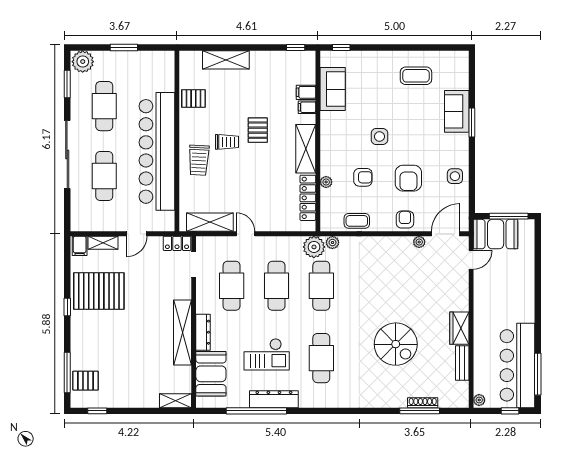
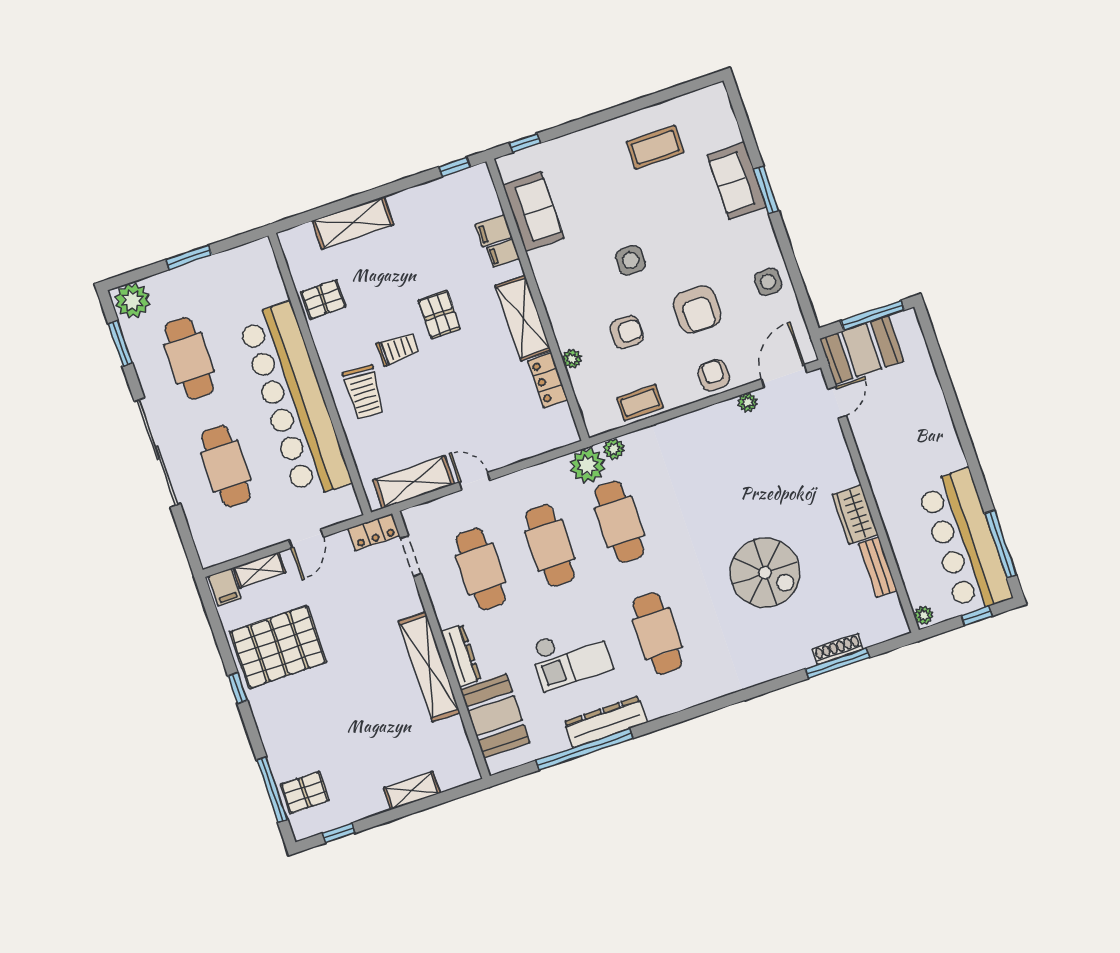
locker: (308, 198) -> (548, 380), width x0.66
shelving: (176, 401) -> (412, 790), moved

